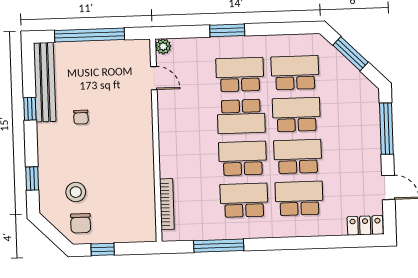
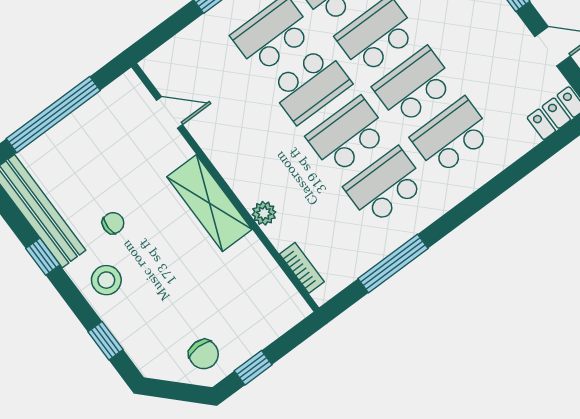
plant: (163, 46) -> (264, 213), moved
chair: (81, 117) -> (113, 223), turned -90
shelving: (141, 143) -> (209, 203), added
stool: (76, 192) -> (106, 280), moved
bookcase: (167, 204) -> (302, 268), width x0.64

